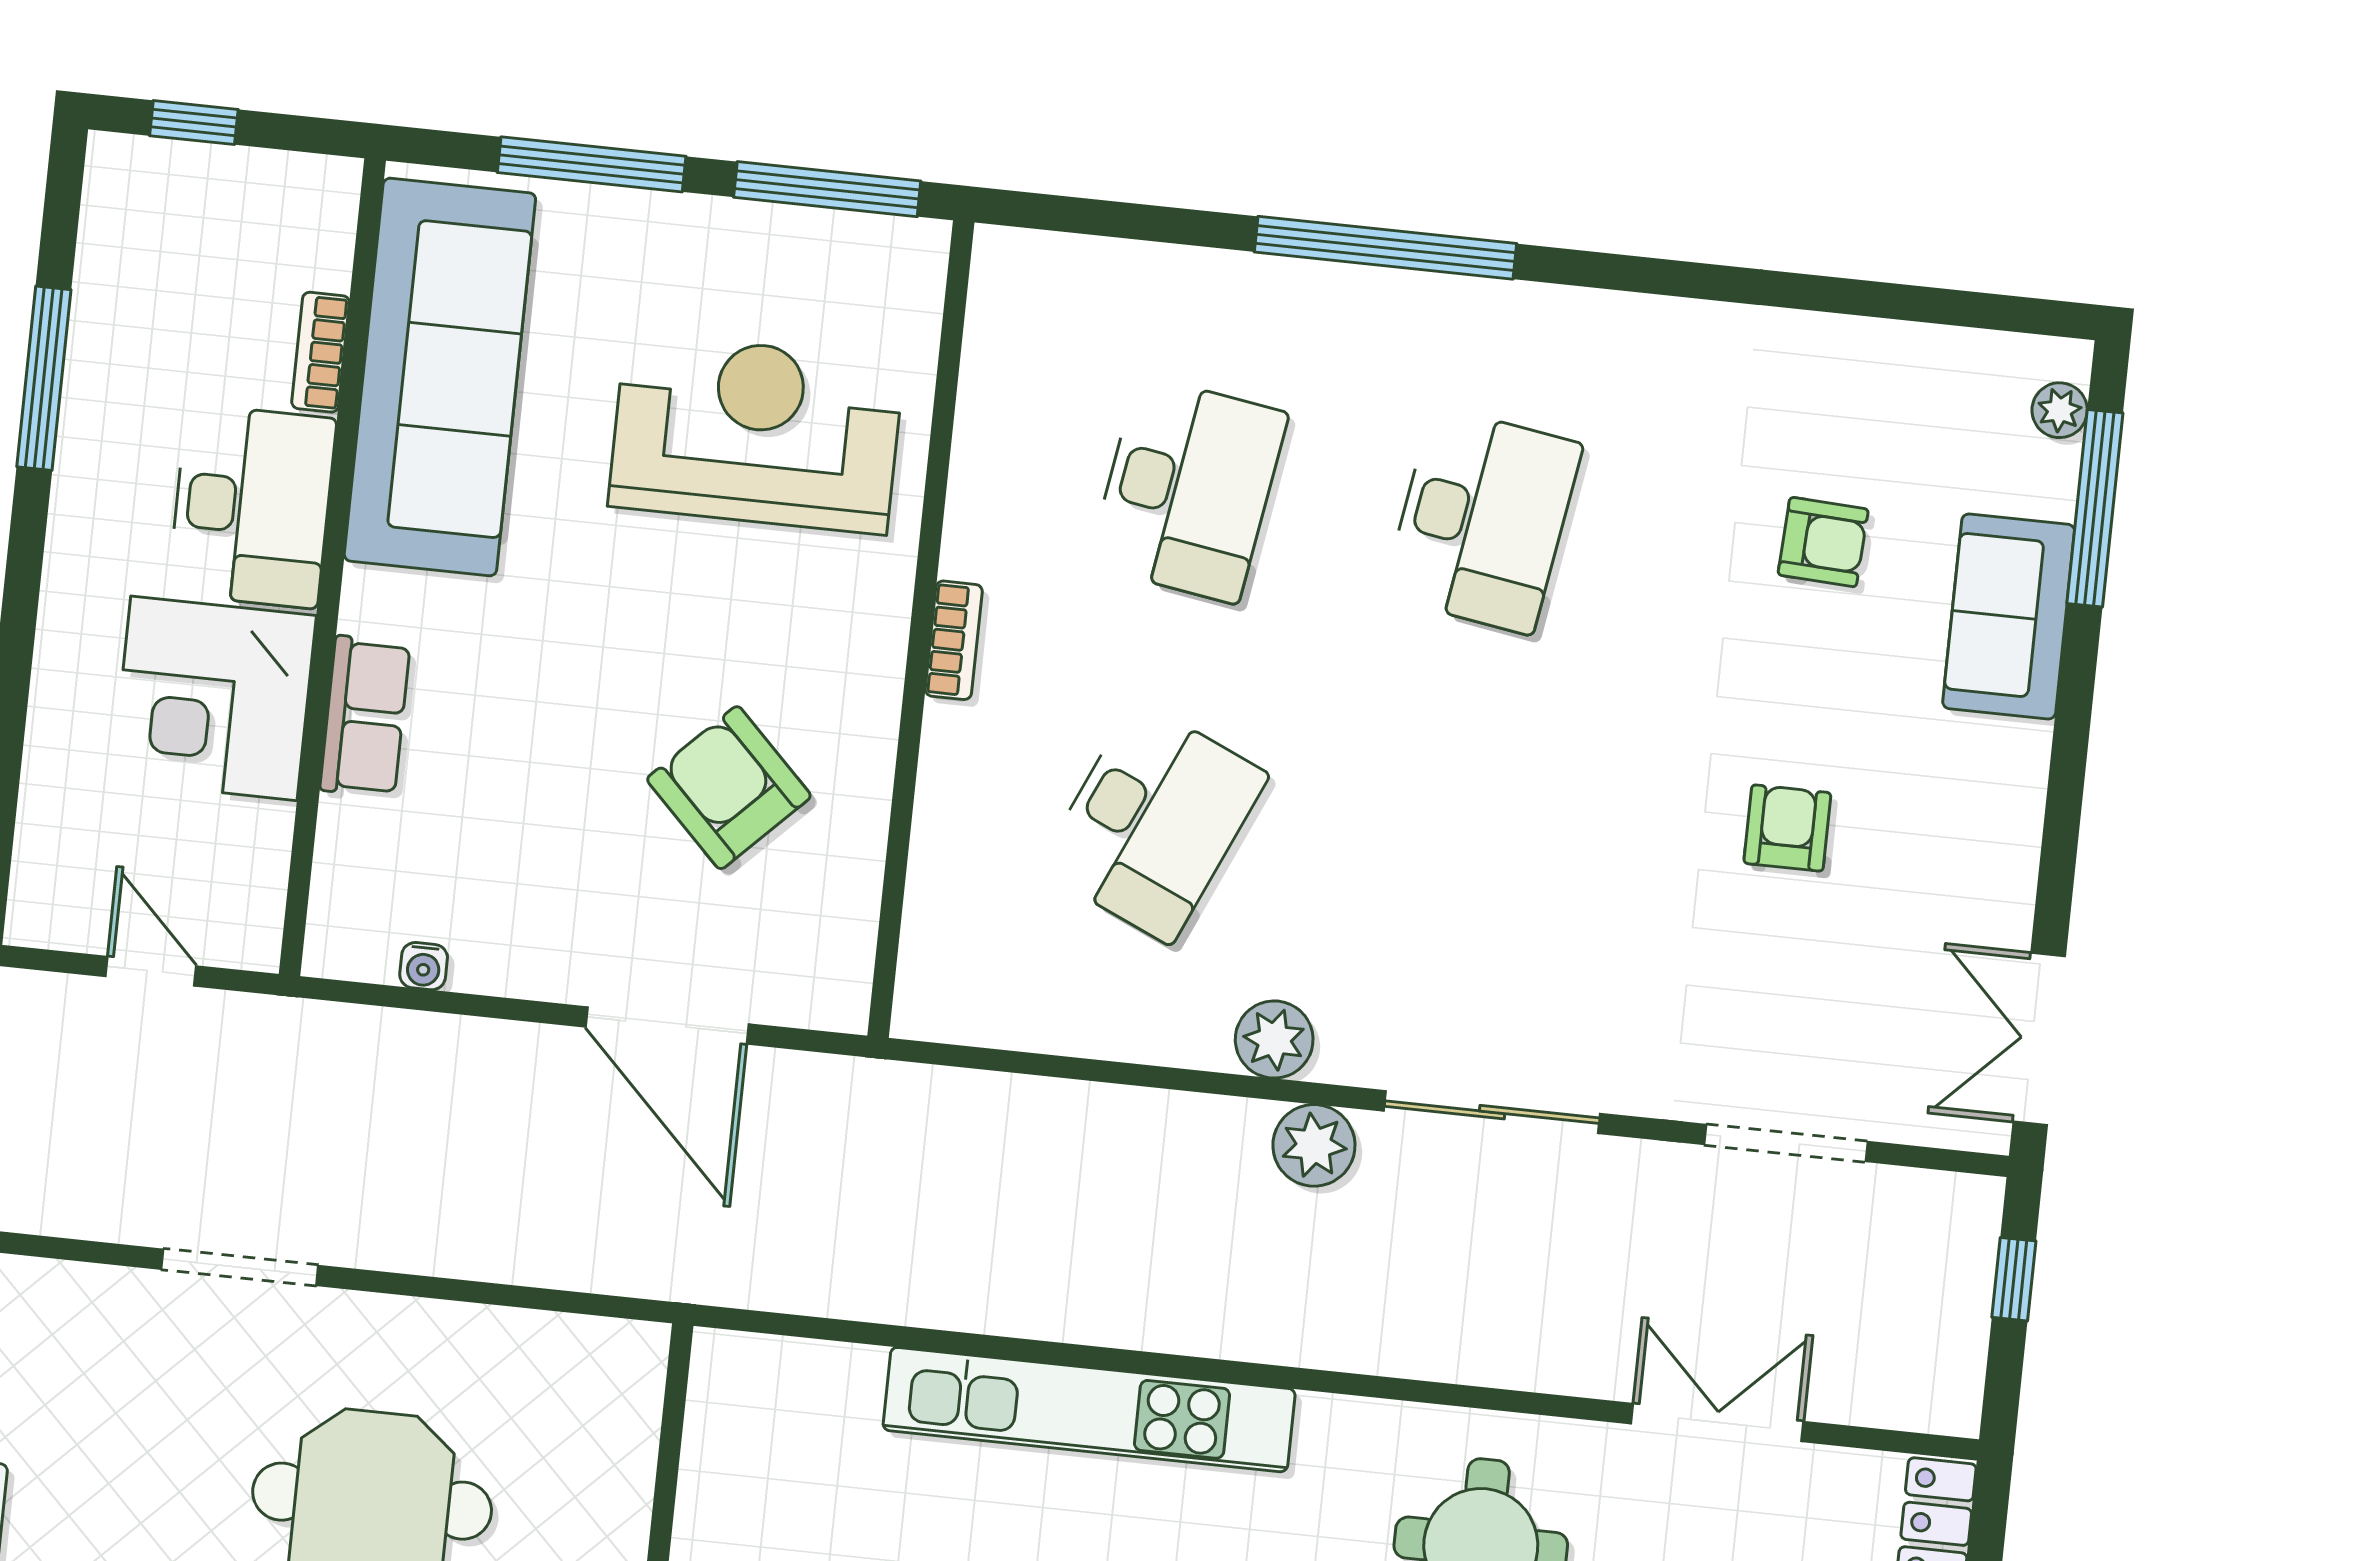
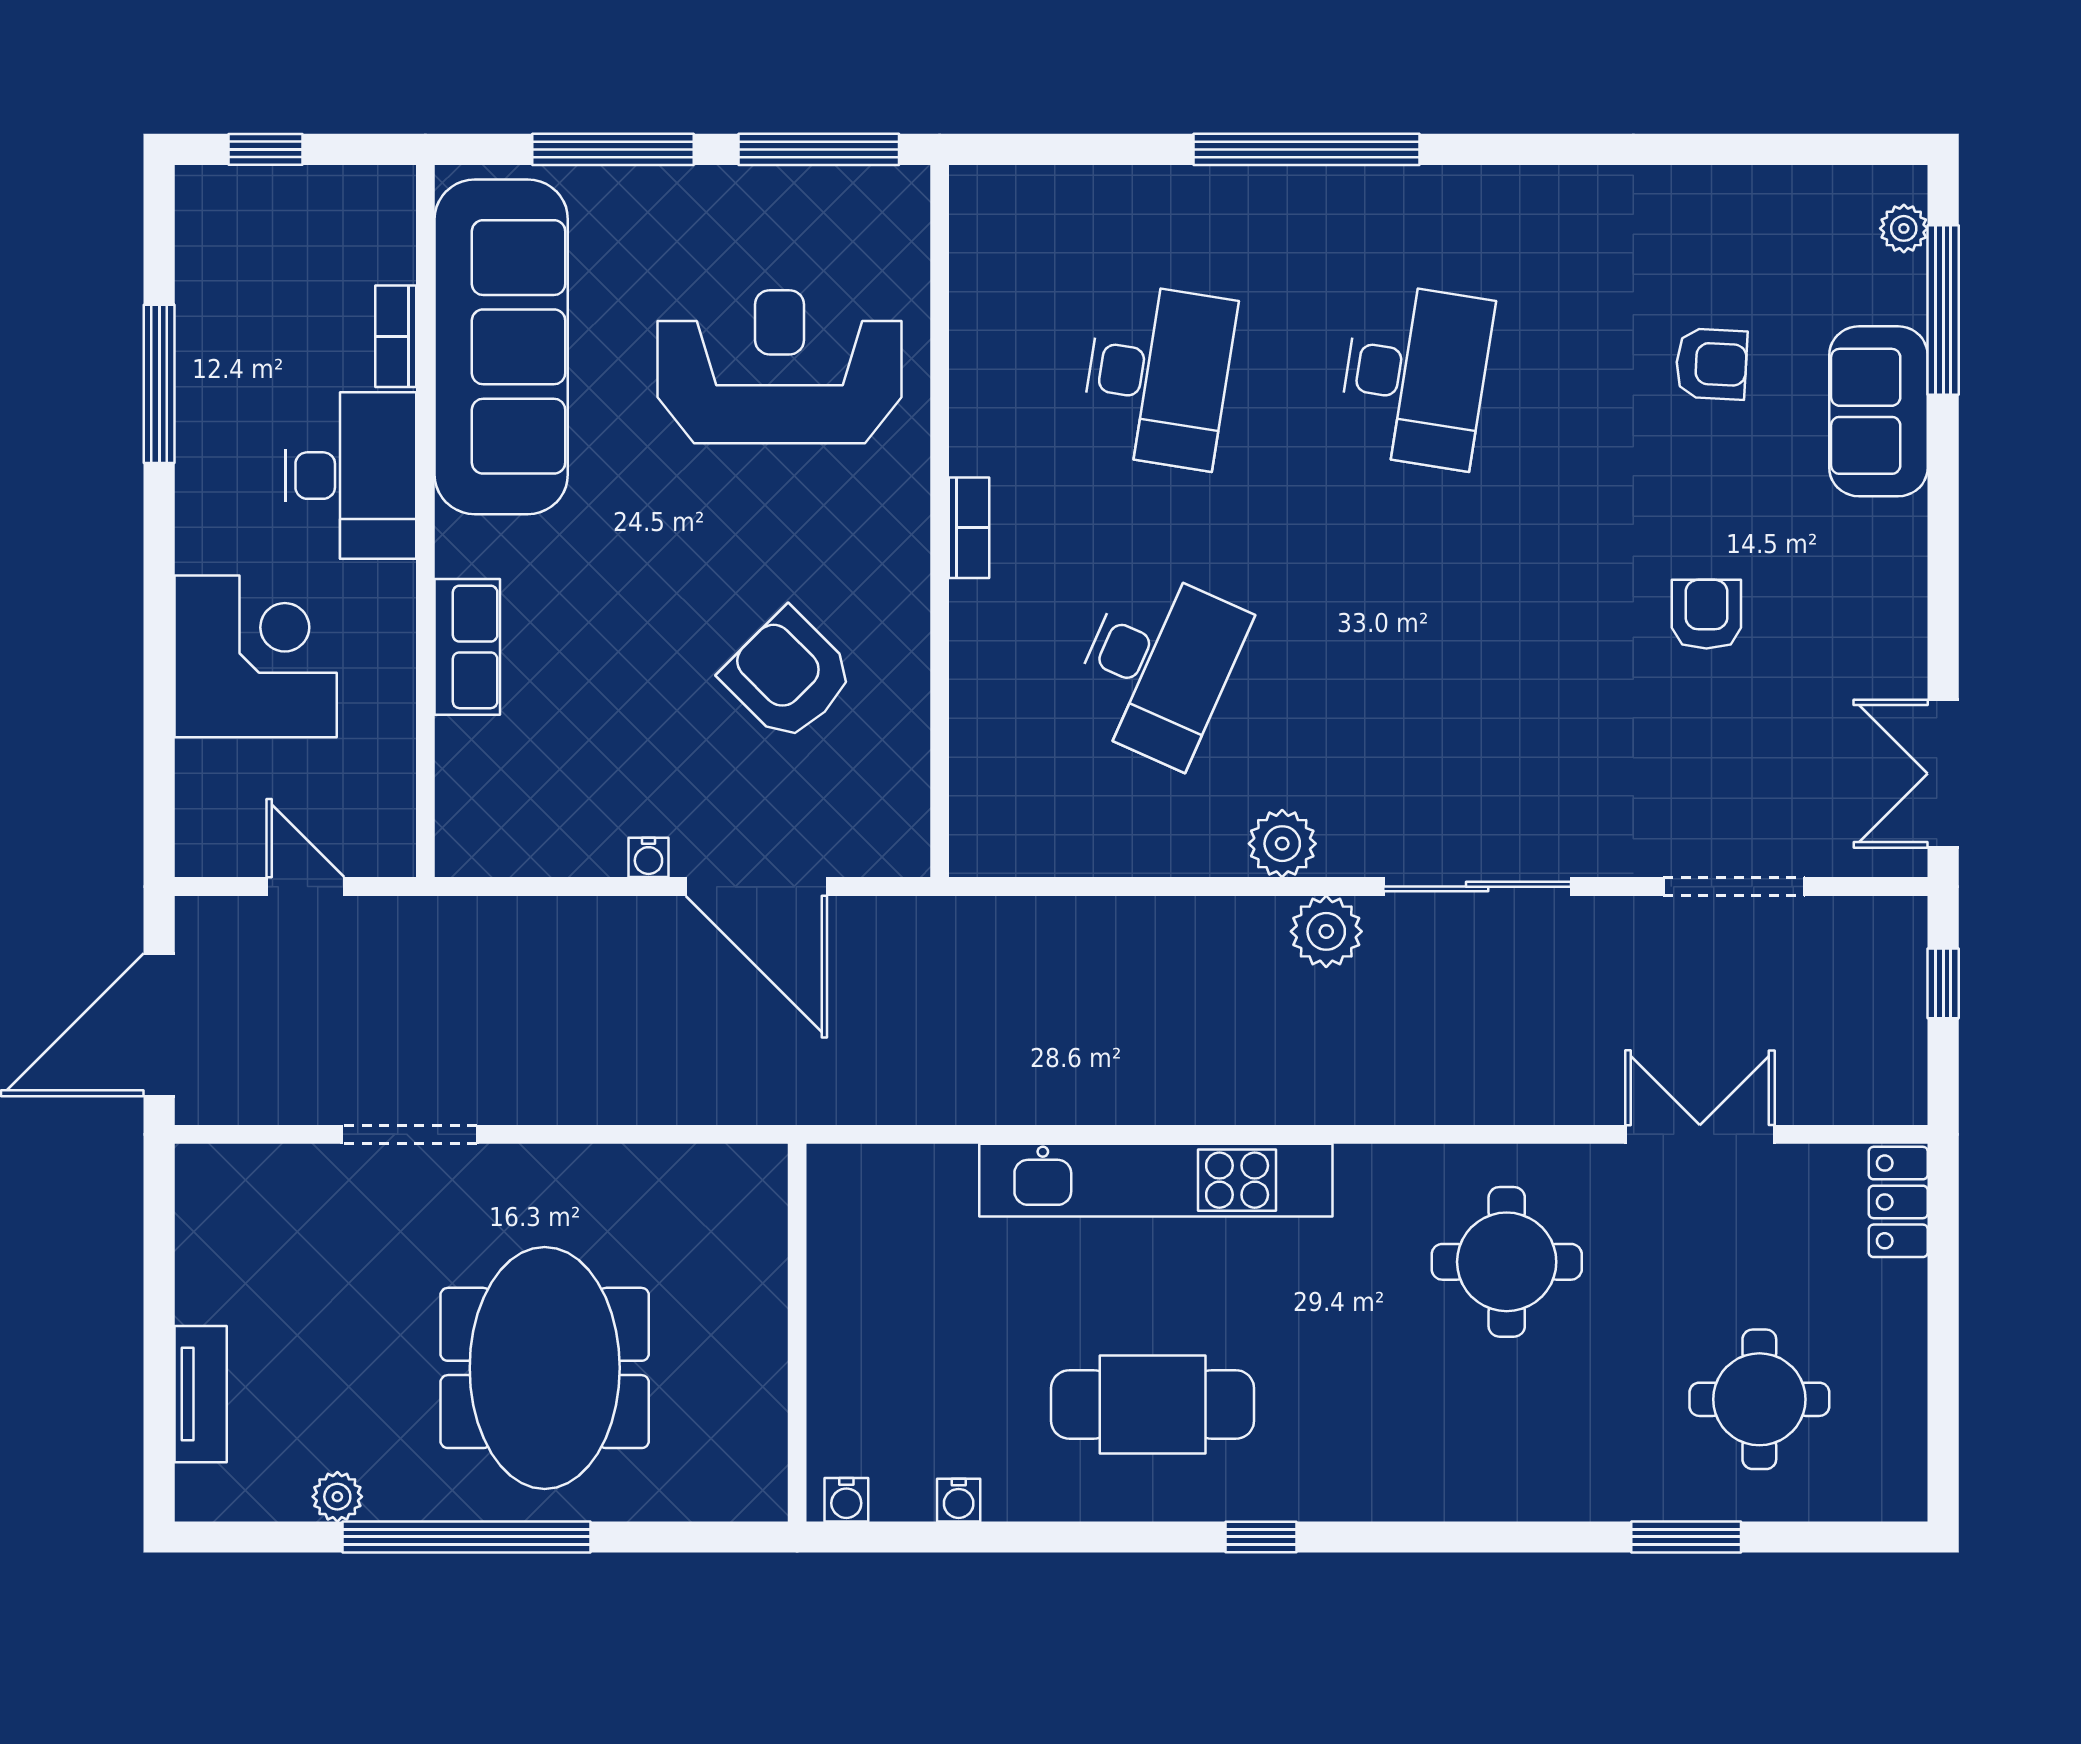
corner desk: (214, 698) -> (256, 656), moved, turned 180
water cooler: (424, 966) -> (648, 857), moved

